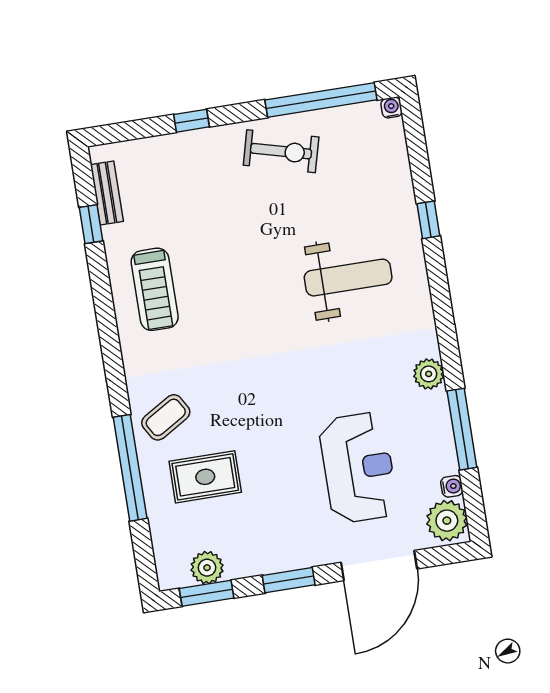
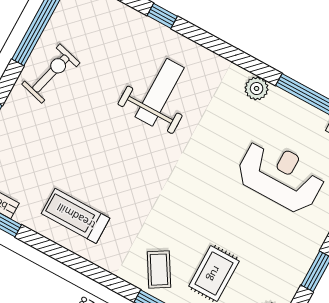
treadmill: (155, 289) -> (76, 216), turned 180

